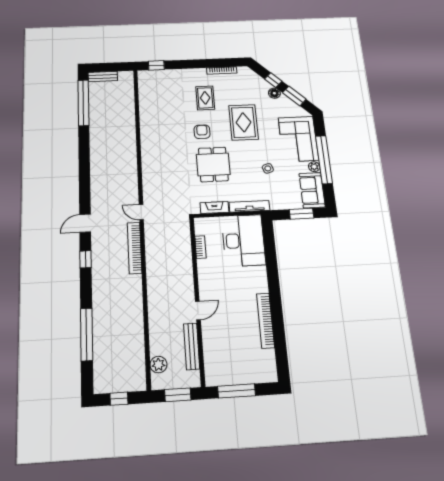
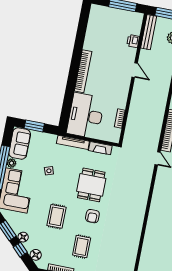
floor lamp: (254, 79) -> (36, 255), added
rug: (243, 122) -> (56, 216), width x0.73, depth x0.70
door: (198, 311) -> (135, 70), swing flipped
bookcase: (265, 320) -> (83, 71), moved
bench: (192, 346) -> (149, 32), moved
printer: (210, 347) -> (133, 41), added

